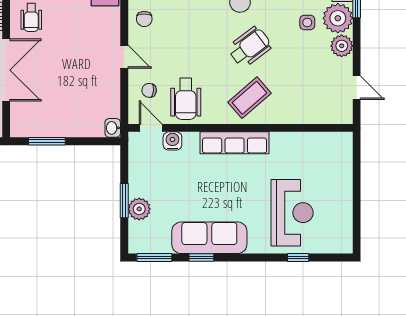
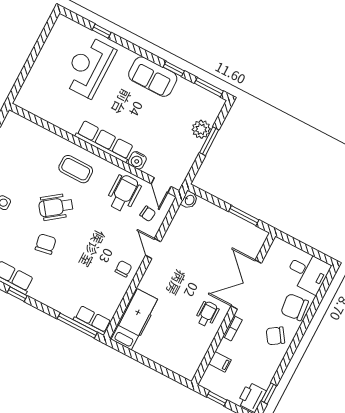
coffee table: (250, 98) -> (76, 169), turned 41
water cooler: (172, 141) -> (137, 160), moved
sofa: (209, 238) -> (153, 77), width x0.73

